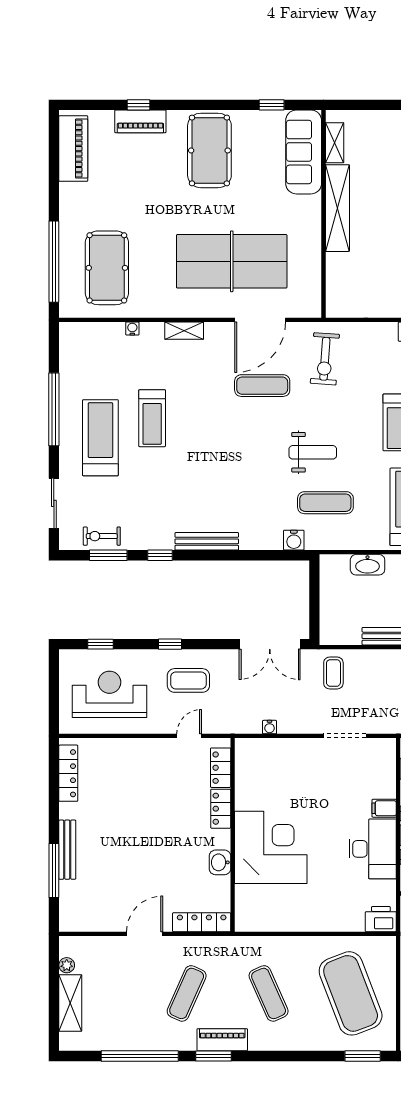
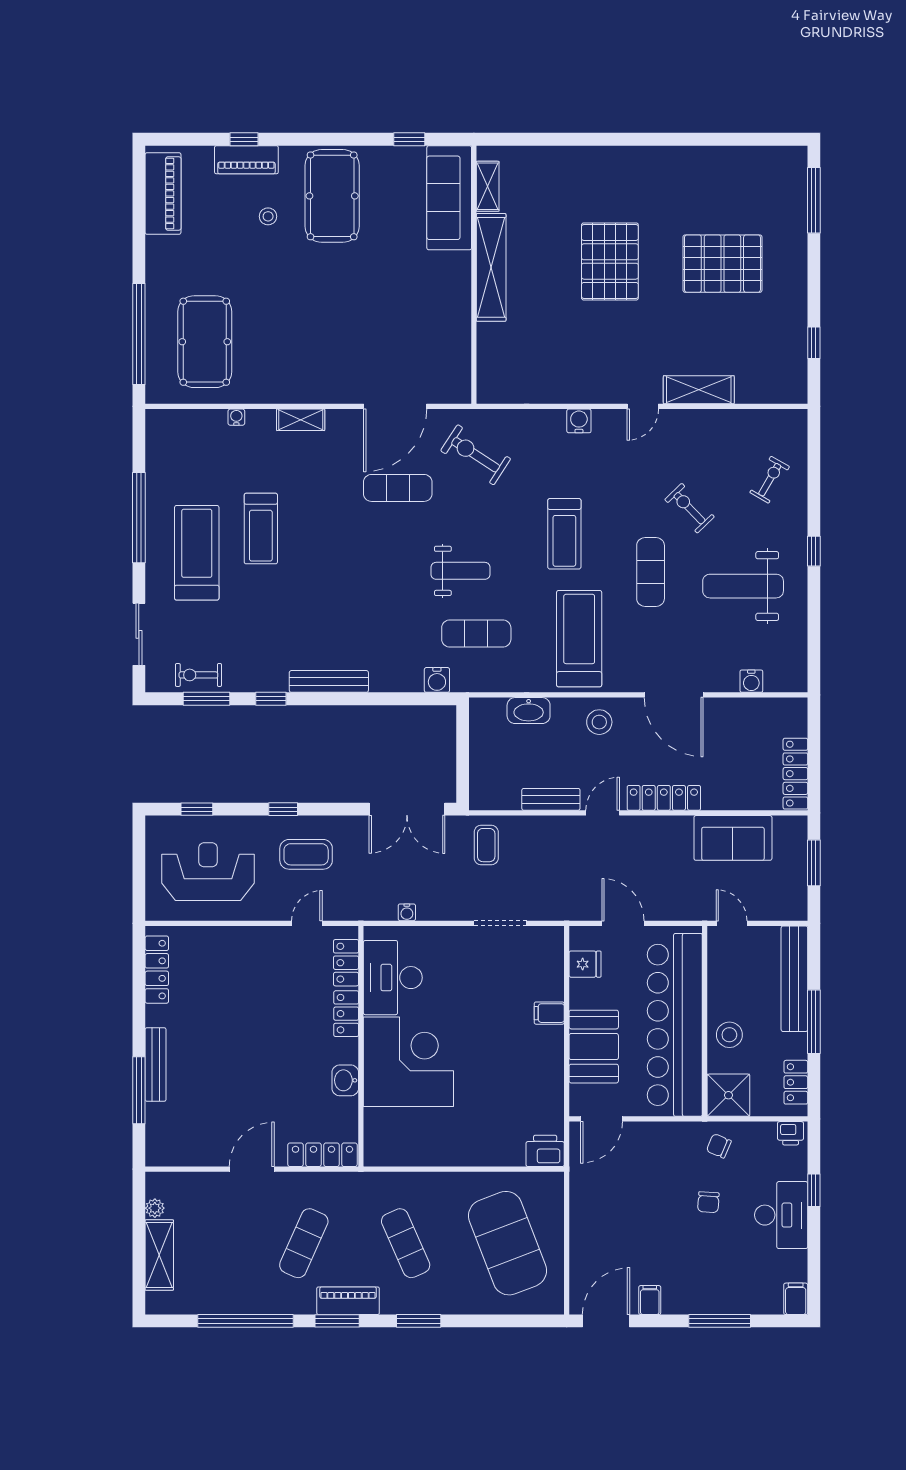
stool: (158, 167) -> (268, 216), added
table tennis table: (232, 261) -> (360, 334), removed
exercise bike: (325, 359) -> (476, 455), turned 119
desk: (373, 849) -> (393, 978), moved, turned 180
window: (363, 1056) -> (419, 1321), moved

